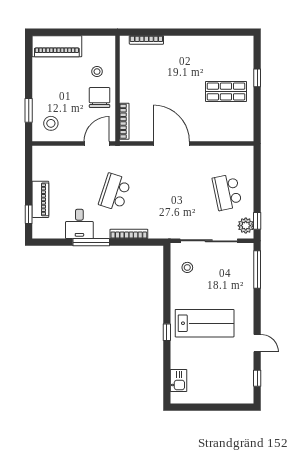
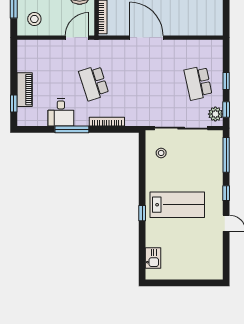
window: (257, 190) -> (226, 81), added
school desk: (115, 192) -> (94, 83), turned -36
window: (257, 378) -> (226, 193), moved

